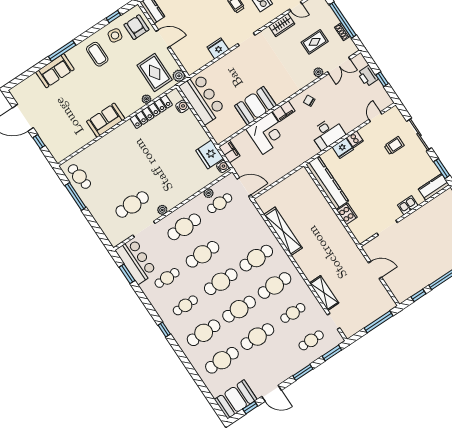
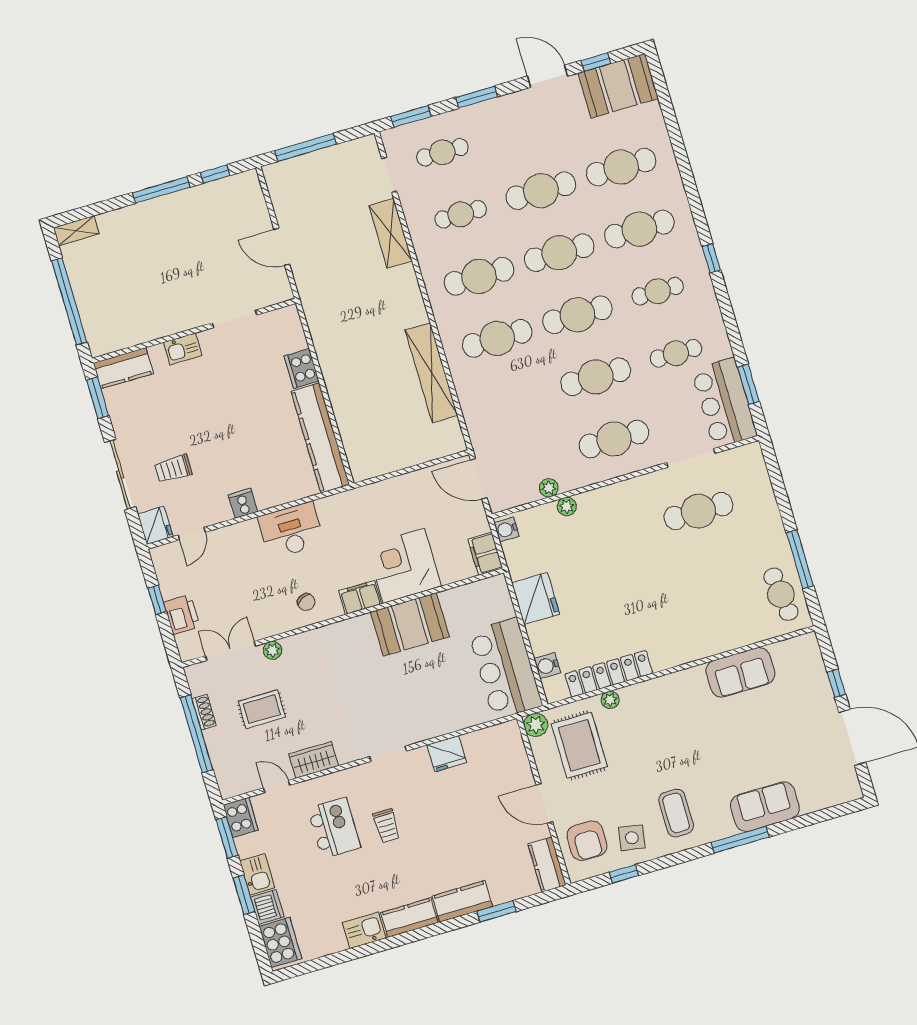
sofa: (106, 120) -> (740, 672), moved
fridge: (343, 148) -> (155, 525), moved, turned 90
fridge: (210, 154) -> (536, 598), moved
cafe table: (220, 203) -> (534, 462), removed
plant: (162, 210) -> (567, 506), moved

